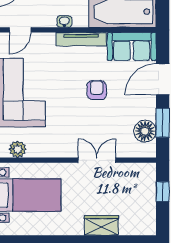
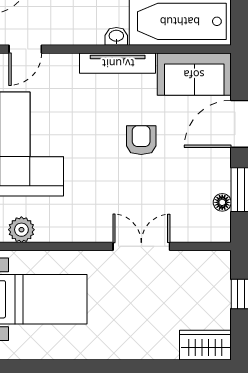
washbasin: (64, 22) -> (116, 36), moved
floor lamp: (145, 131) -> (222, 202), width x0.53, depth x0.53
wardrobe: (101, 225) -> (205, 345), moved

